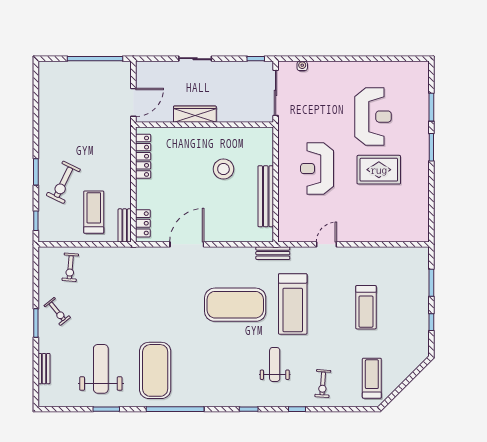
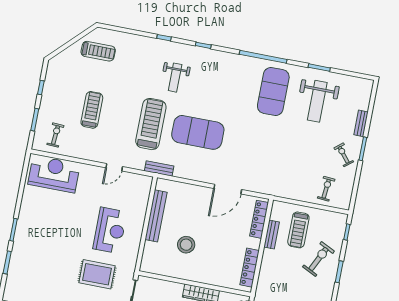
reception desk: (373, 117) -> (54, 174), moved, turned 90
rug: (379, 170) -> (97, 274), moved
locker: (143, 223) -> (259, 219), width x1.53
bench: (125, 225) -> (271, 235), moved
bench: (44, 369) -> (361, 123), moved
treadmill: (372, 378) -> (98, 51), turned -90
exercise bike: (323, 384) -> (55, 135), moved

